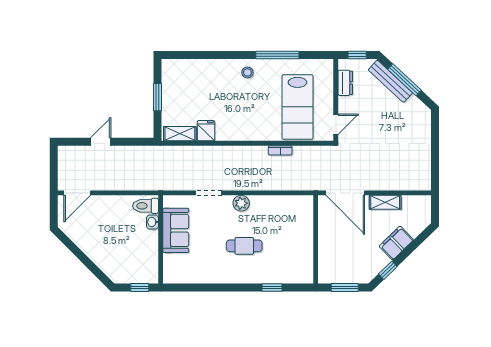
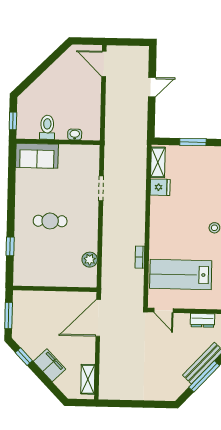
door: (101, 142) -> (152, 87), hinge flipped
shelving: (385, 202) -> (88, 379), moved
plant: (241, 203) -> (90, 260), moved
toilet: (146, 206) -> (47, 127), moved
sofa: (176, 230) -> (37, 156), moved
cafe table: (244, 246) -> (50, 221), turned 90

